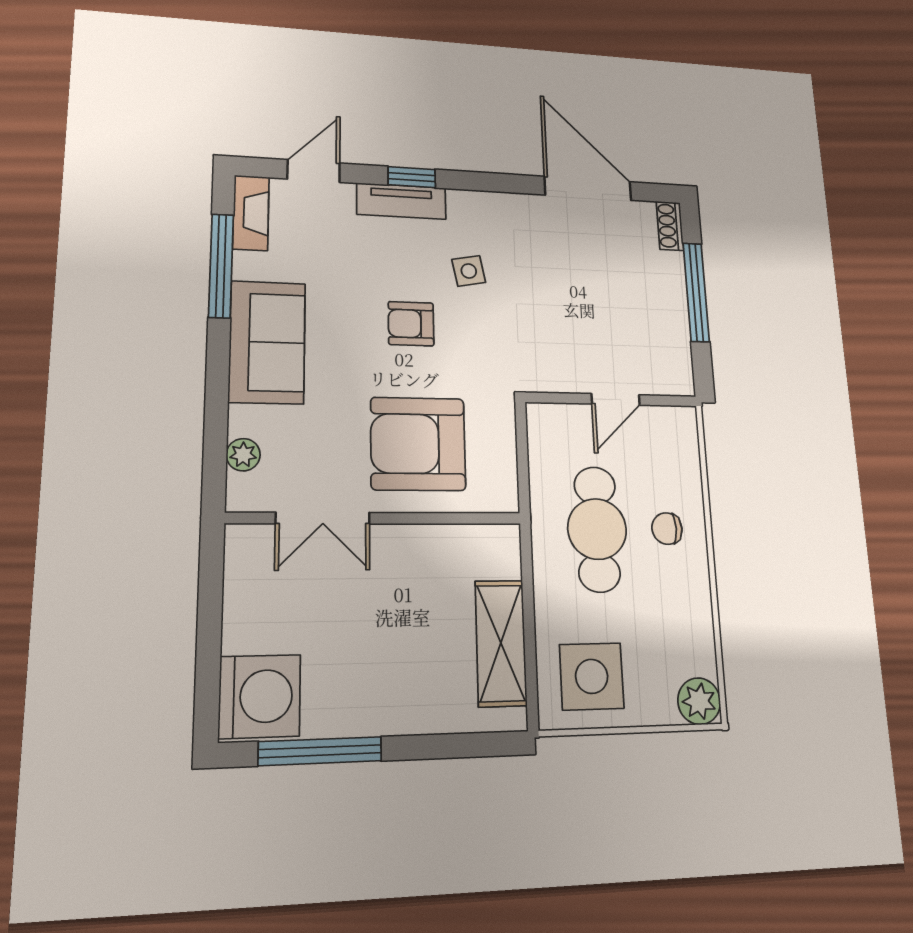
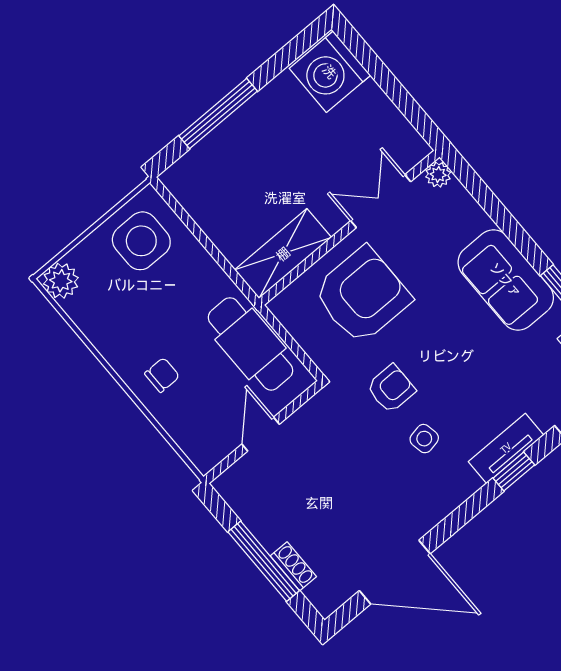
shoe rack: (670, 226) -> (293, 566), moved
armchair: (411, 324) -> (391, 389), moved
plant: (243, 455) -> (438, 175), moved
cafe table: (597, 529) -> (251, 344), moved
shelving: (501, 643) -> (283, 254), moved, turned 90
window: (320, 751) -> (218, 114), moved

